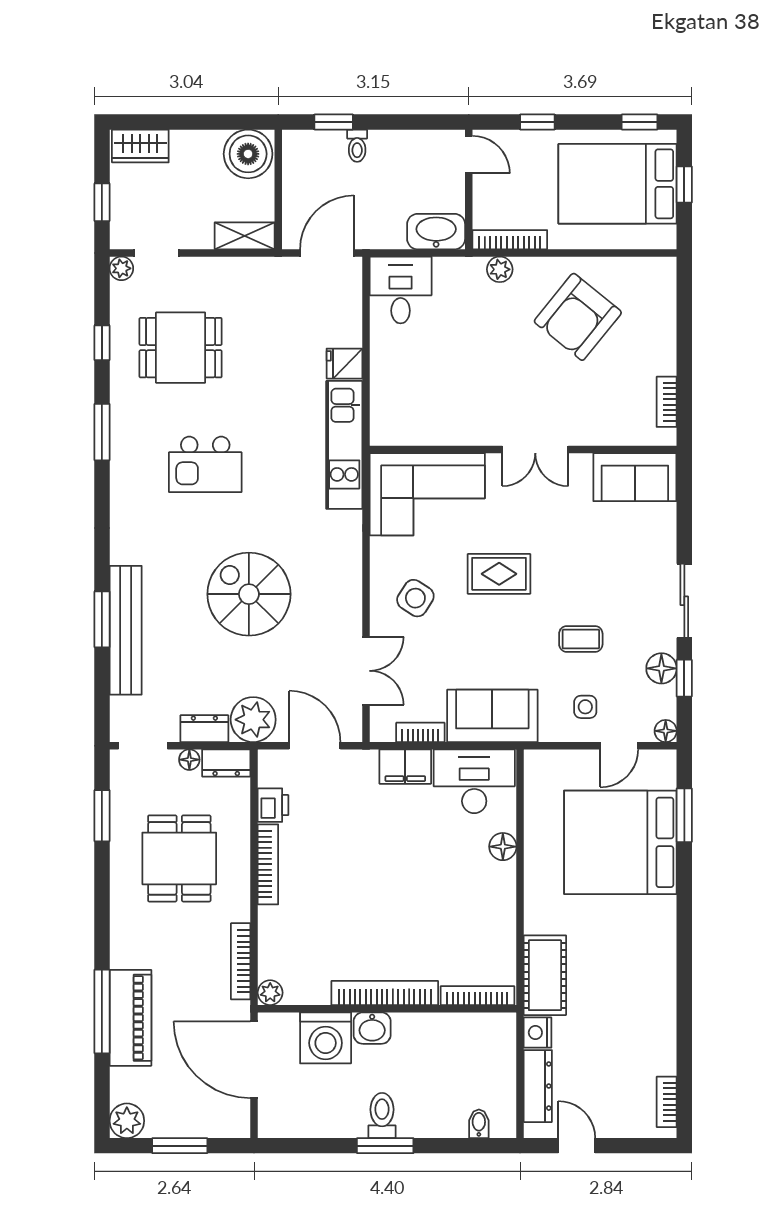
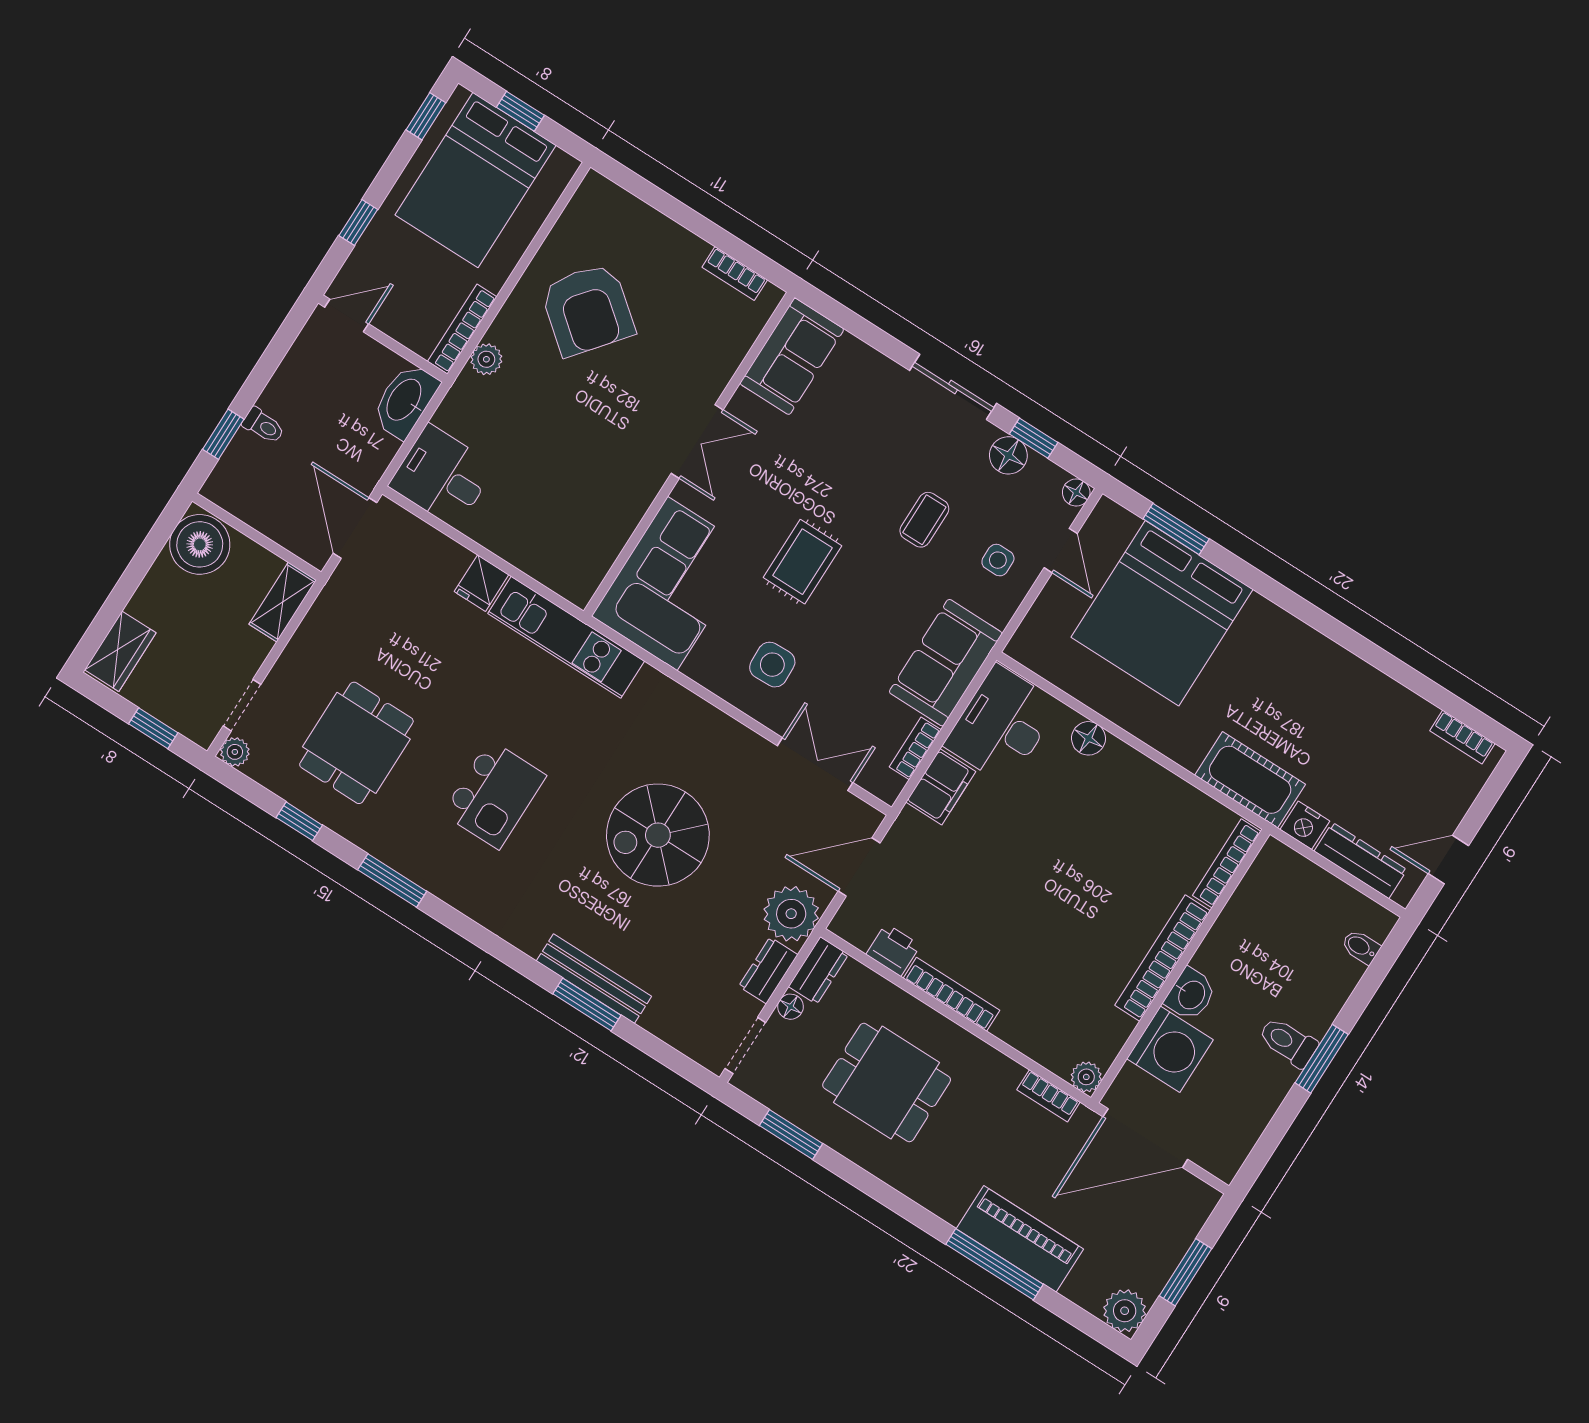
side table: (415, 598) -> (772, 665), turned -35
bench: (126, 630) -> (594, 979), width x0.73, depth x0.82
bookcase: (241, 961) -> (1048, 1096), width x0.64

